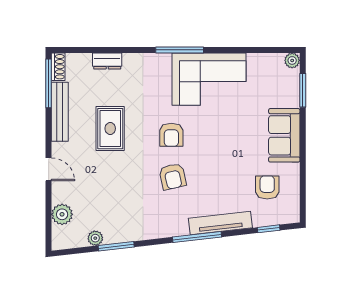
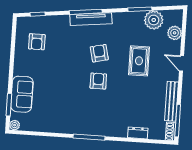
corner sofa: (209, 79) -> (71, 116), removed
rug: (110, 129) -> (139, 61), moved
sofa: (284, 135) -> (22, 94), moved
tv unit: (220, 223) -> (91, 19), moved
plant: (95, 238) -> (154, 20), width x1.88, depth x1.88

